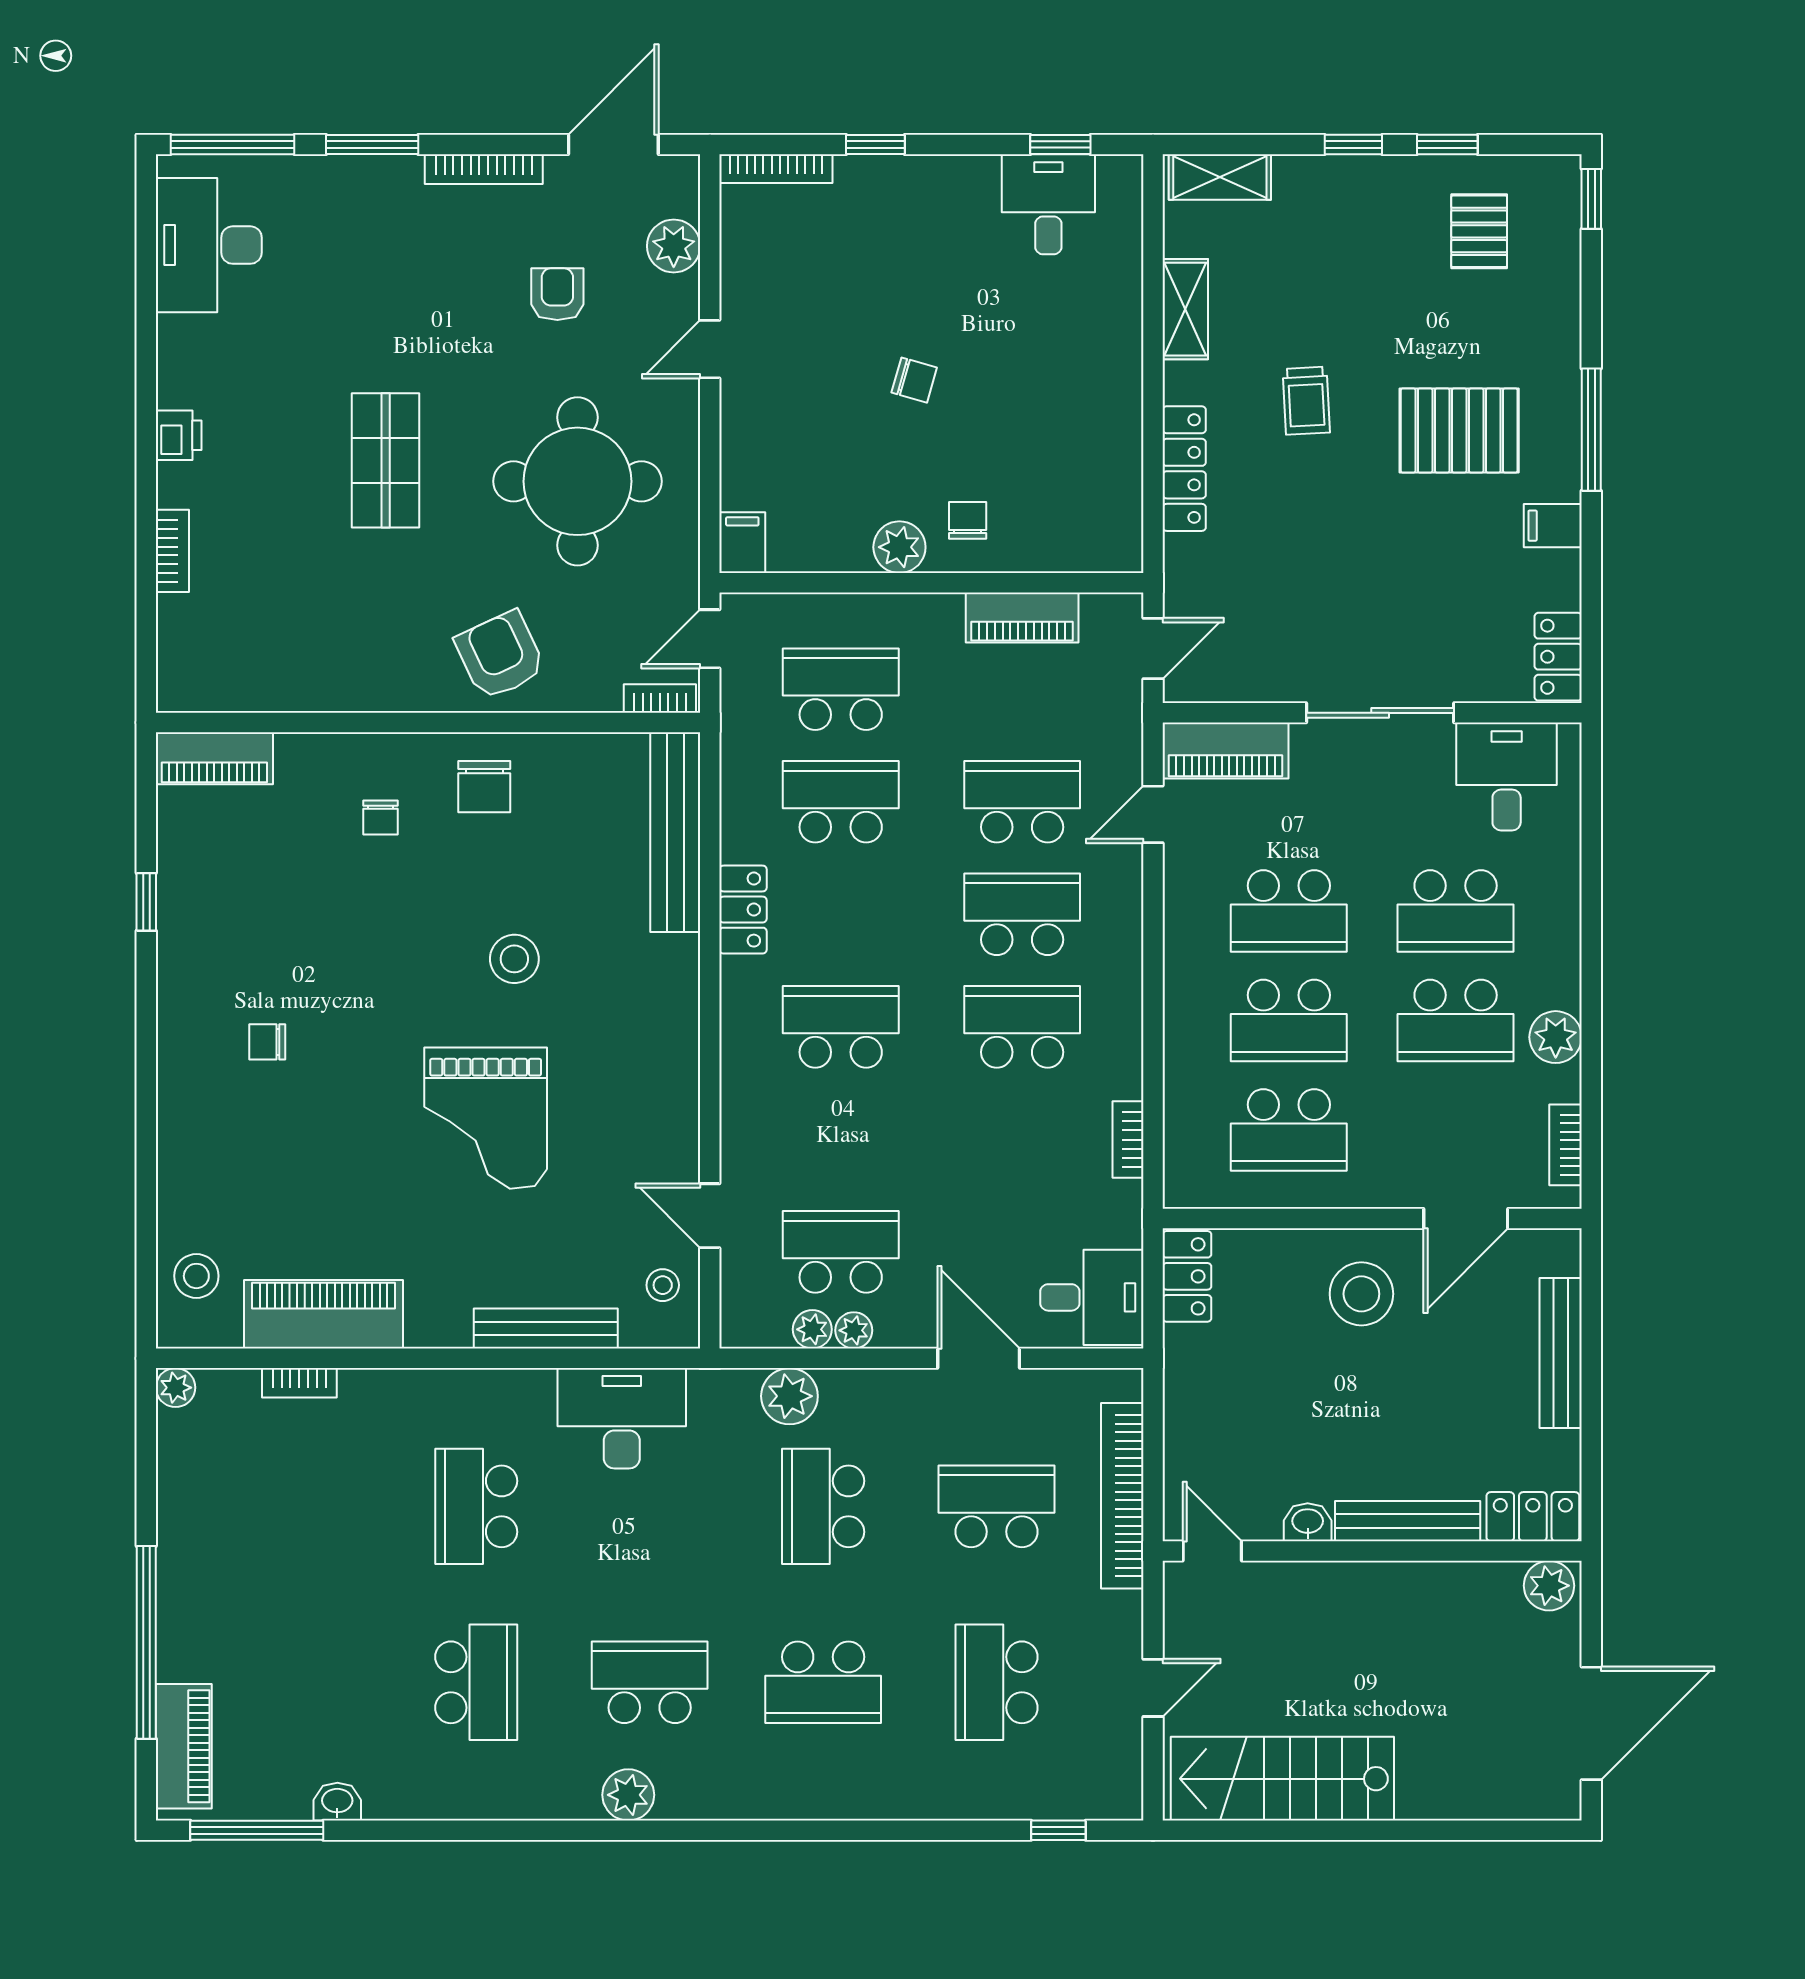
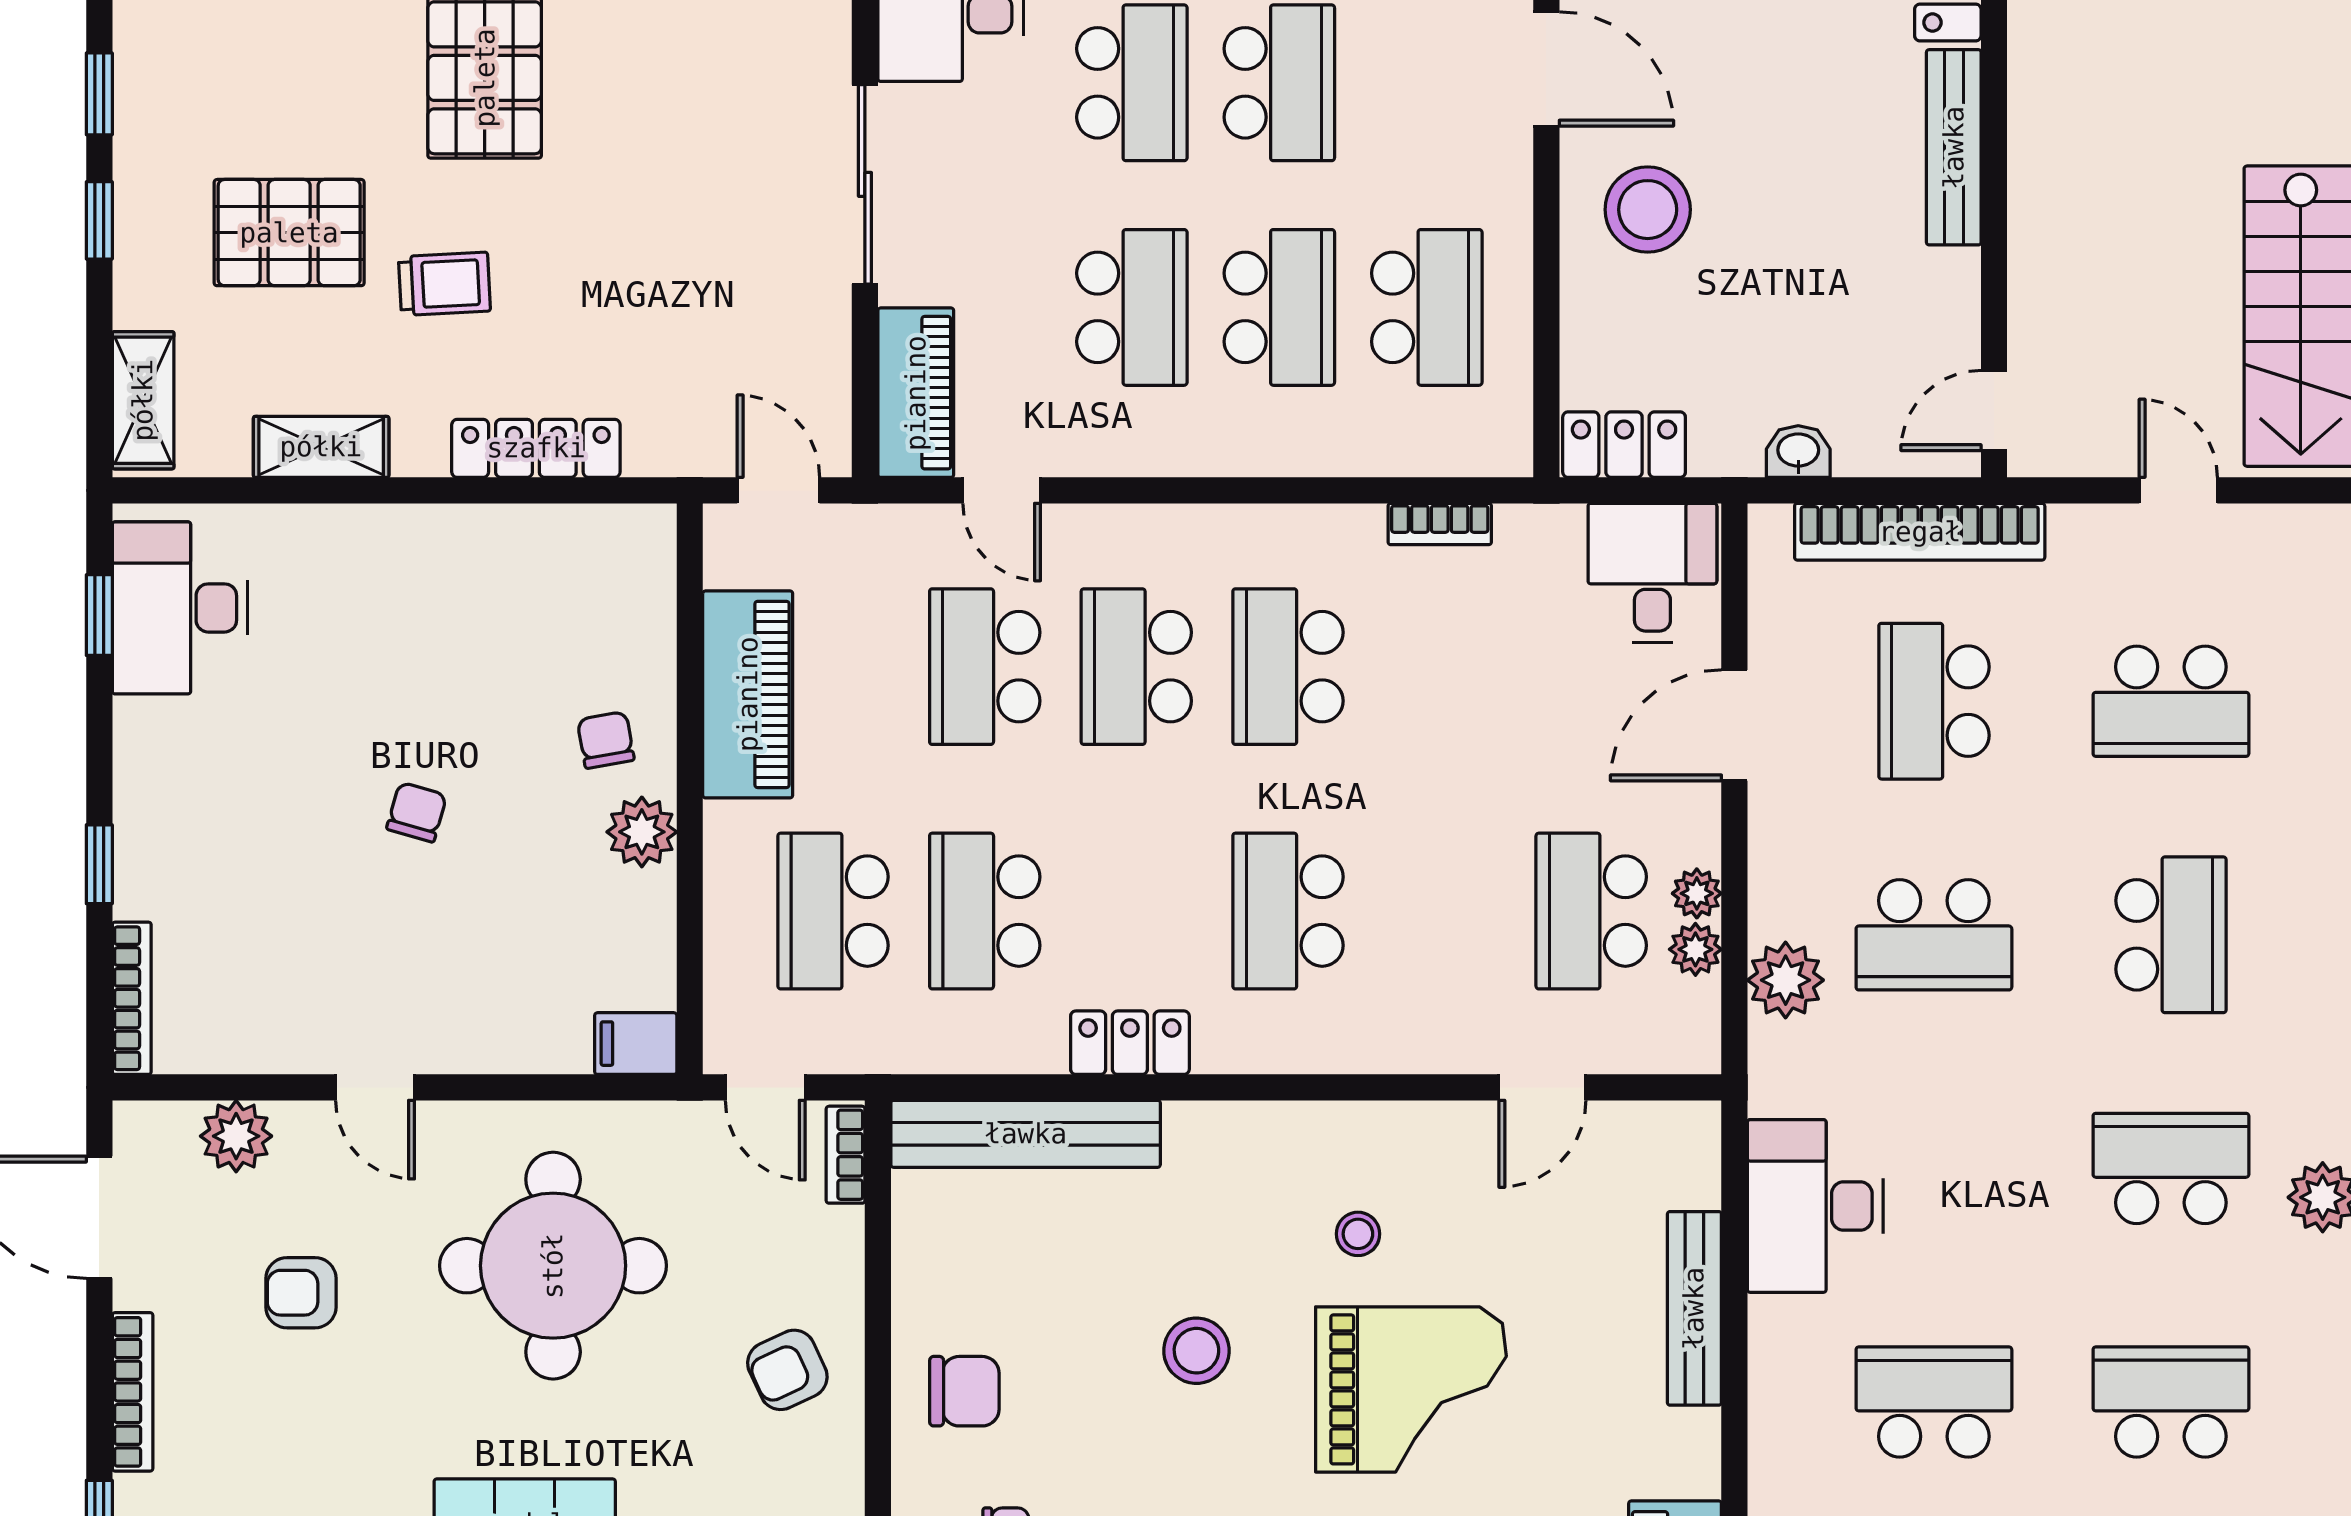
desk: (1048, 204) -> (180, 608), width x1.37
pallet: (1479, 231) -> (289, 233), moved, width x1.50, depth x1.42
chair: (968, 520) -> (606, 740), turned 80
piano: (1022, 618) -> (748, 694), width x1.37, depth x1.33
armchair: (500, 655) -> (787, 1370), width x0.72, depth x0.72
stool: (663, 1285) -> (1358, 1234), moved
school desk: (476, 1506) -> (1934, 1402), turned 180
washbasin: (1308, 1522) -> (1798, 452), moved, turned 90
school desk: (650, 1682) -> (2171, 1168), turned 90

